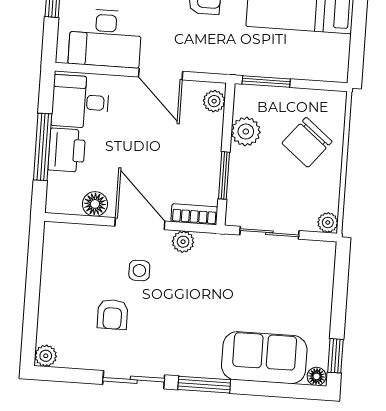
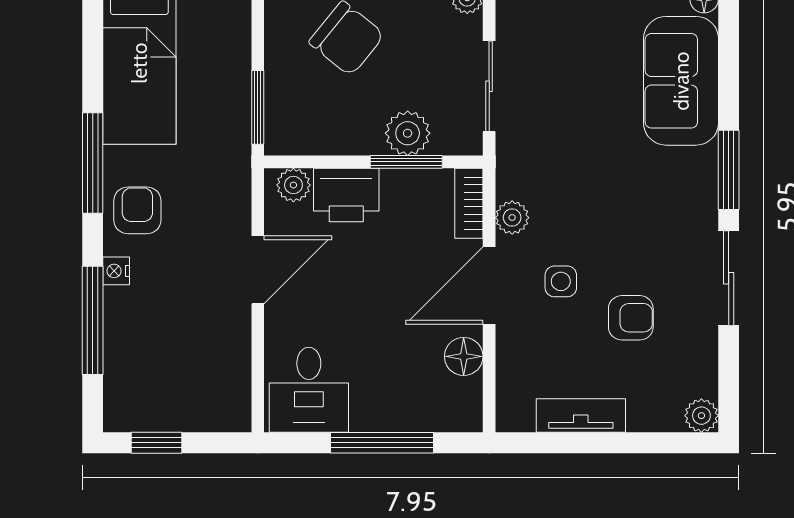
desk: (105, 38) -> (209, 359), removed
plant: (246, 131) -> (408, 133), moved
printer: (67, 150) -> (346, 195), moved, turned 180
tv unit: (51, 277) -> (581, 415), added

